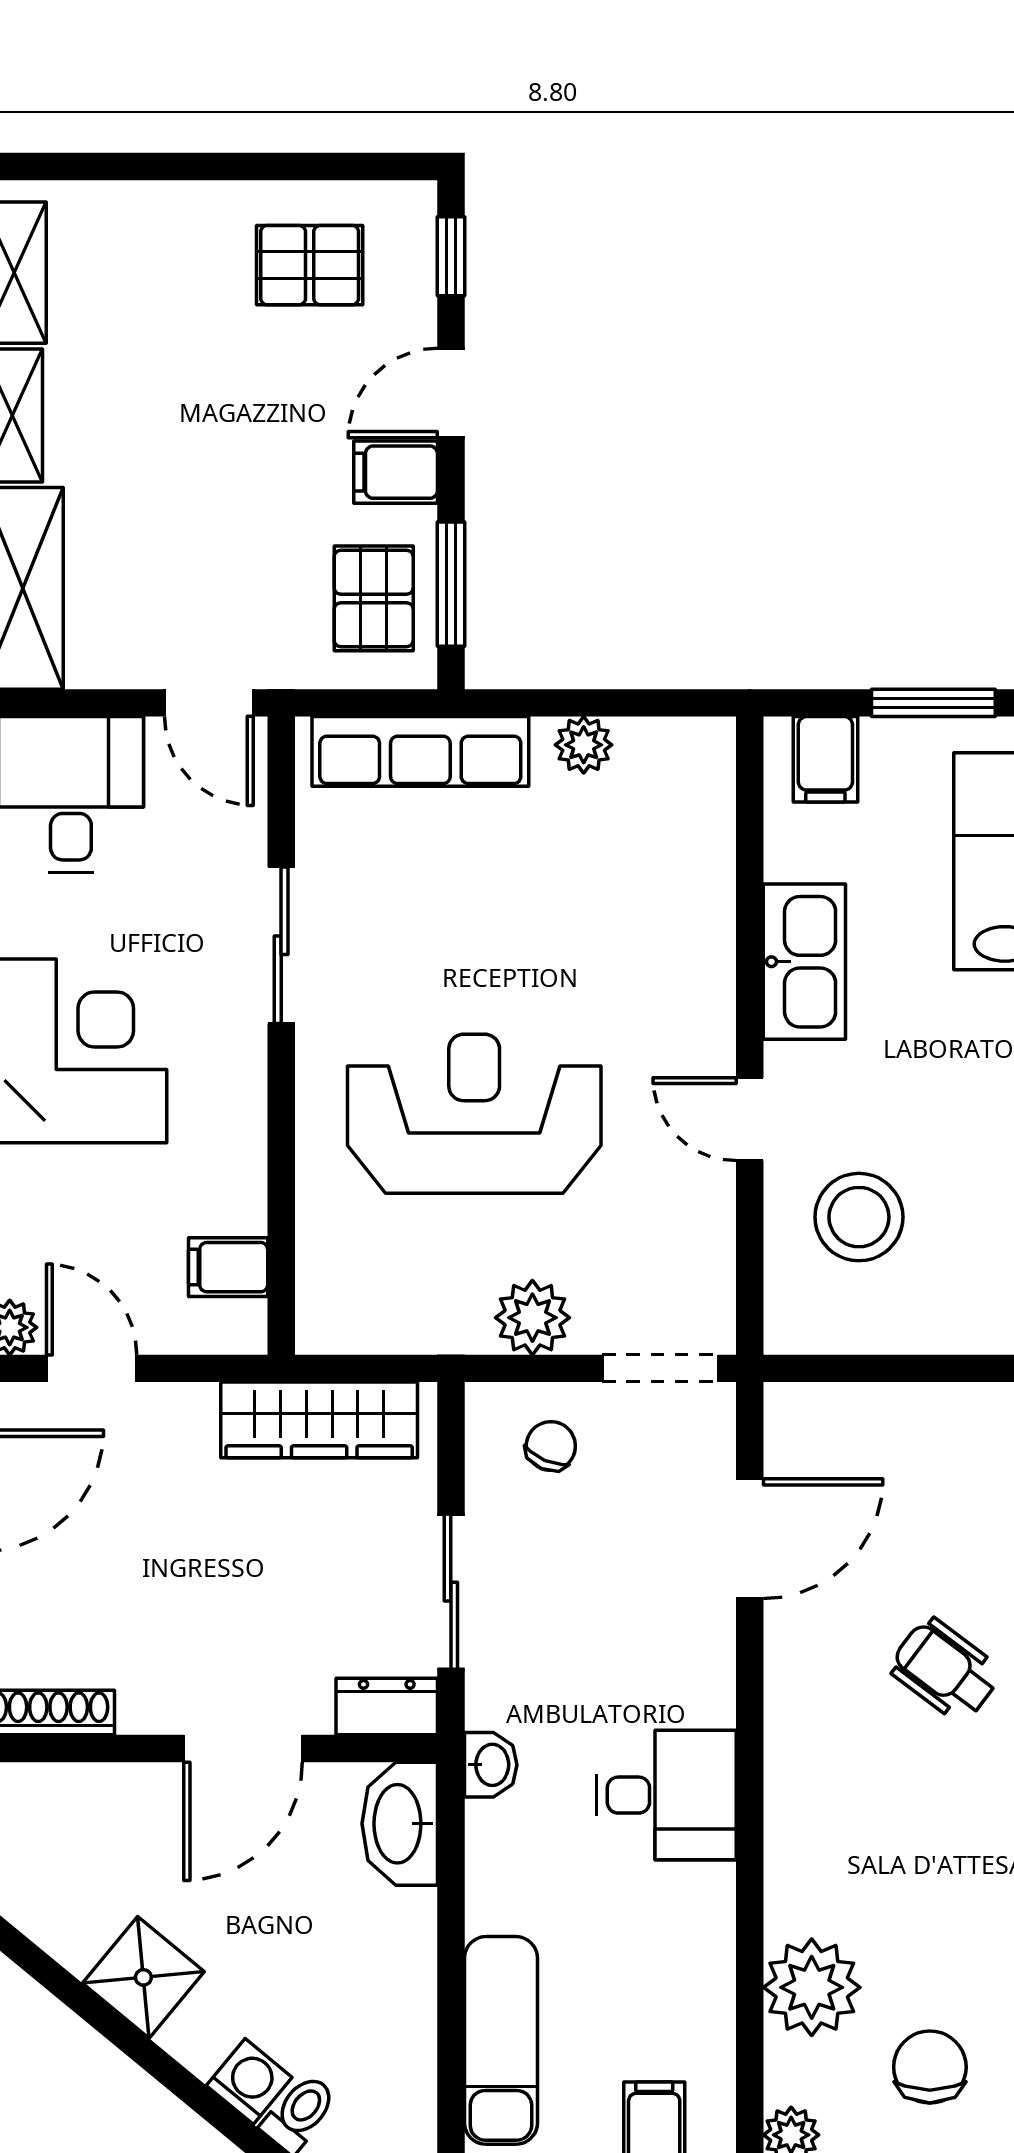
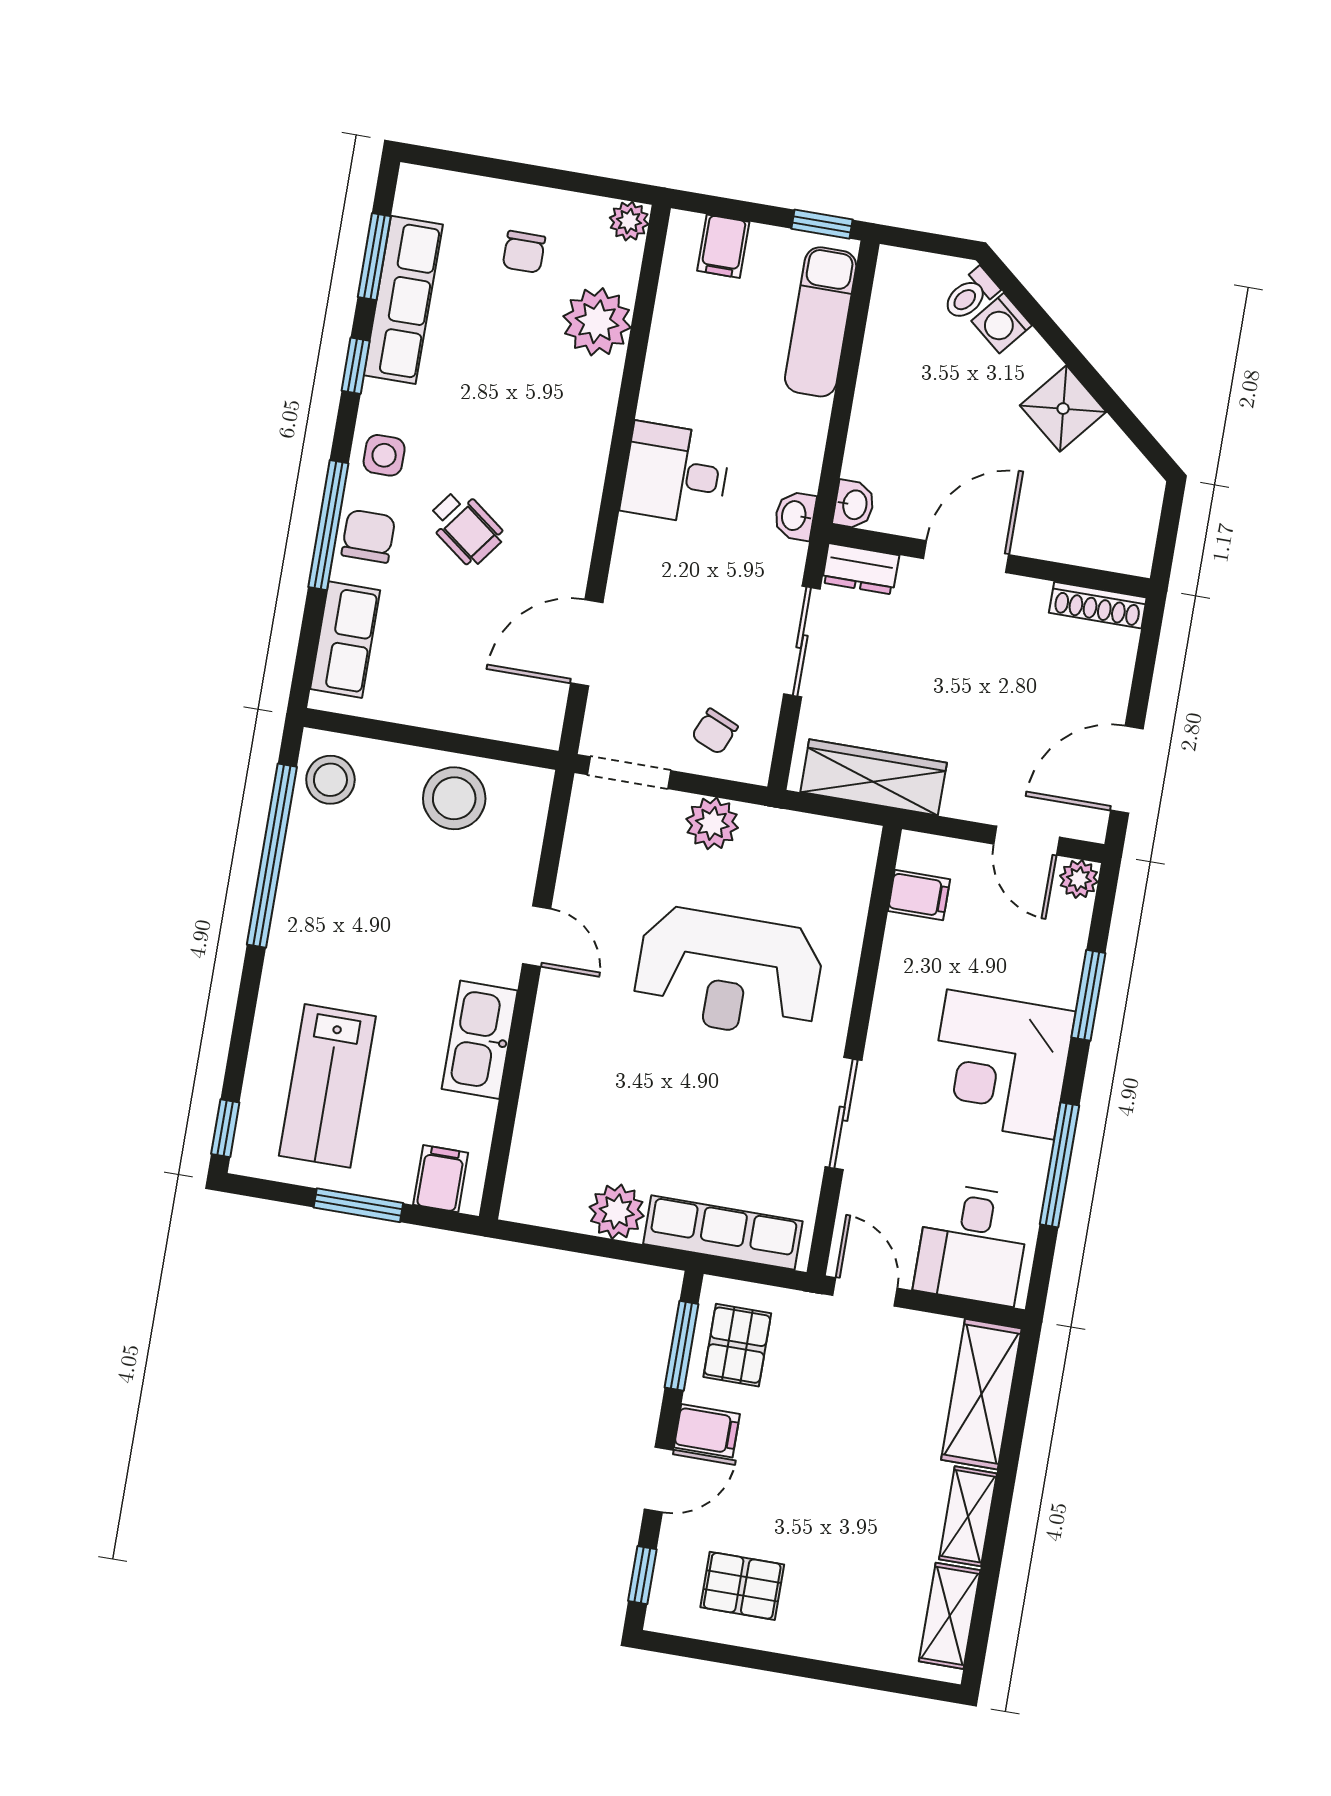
plant: (584, 745) -> (617, 1212), width x1.38, depth x1.38
stool: (859, 1217) -> (454, 798), moved
washbasin: (400, 1824) -> (854, 505), width x0.52, depth x0.69
chair: (930, 2067) -> (524, 252), width x0.73, depth x0.73

